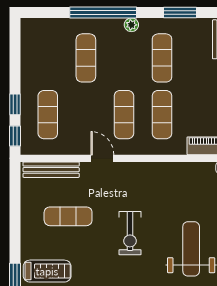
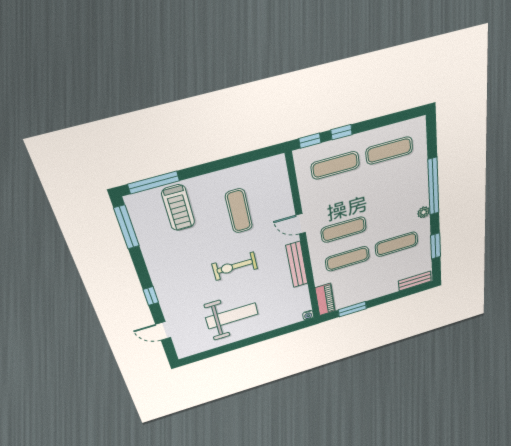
exercise mat: (86, 58) -> (389, 150), moved
door: (102, 158) -> (301, 224), swing flipped
bench: (51, 170) -> (297, 265), moved

